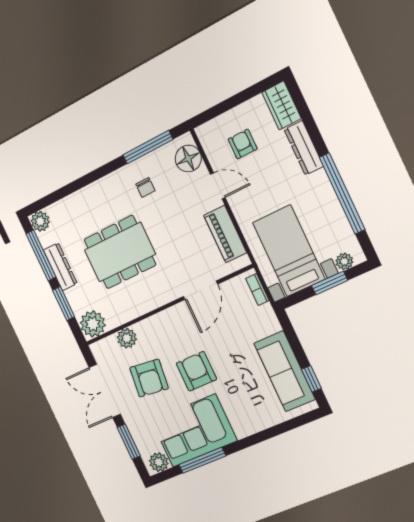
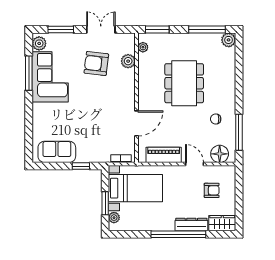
door: (218, 186) -> (195, 164), swing flipped
window: (342, 193) -> (178, 234), moved
dresser: (60, 267) -> (194, 39), removed
door: (201, 290) -> (137, 123), swing flipped
window: (64, 304) -> (157, 29), moved
plant: (93, 324) -> (143, 47), width x0.53, depth x0.53
armchair: (196, 371) -> (87, 97), removed
sofa: (284, 371) -> (57, 152), width x0.73
window: (311, 379) -> (81, 166), moved
double door: (105, 391) -> (101, 29), width x0.73

